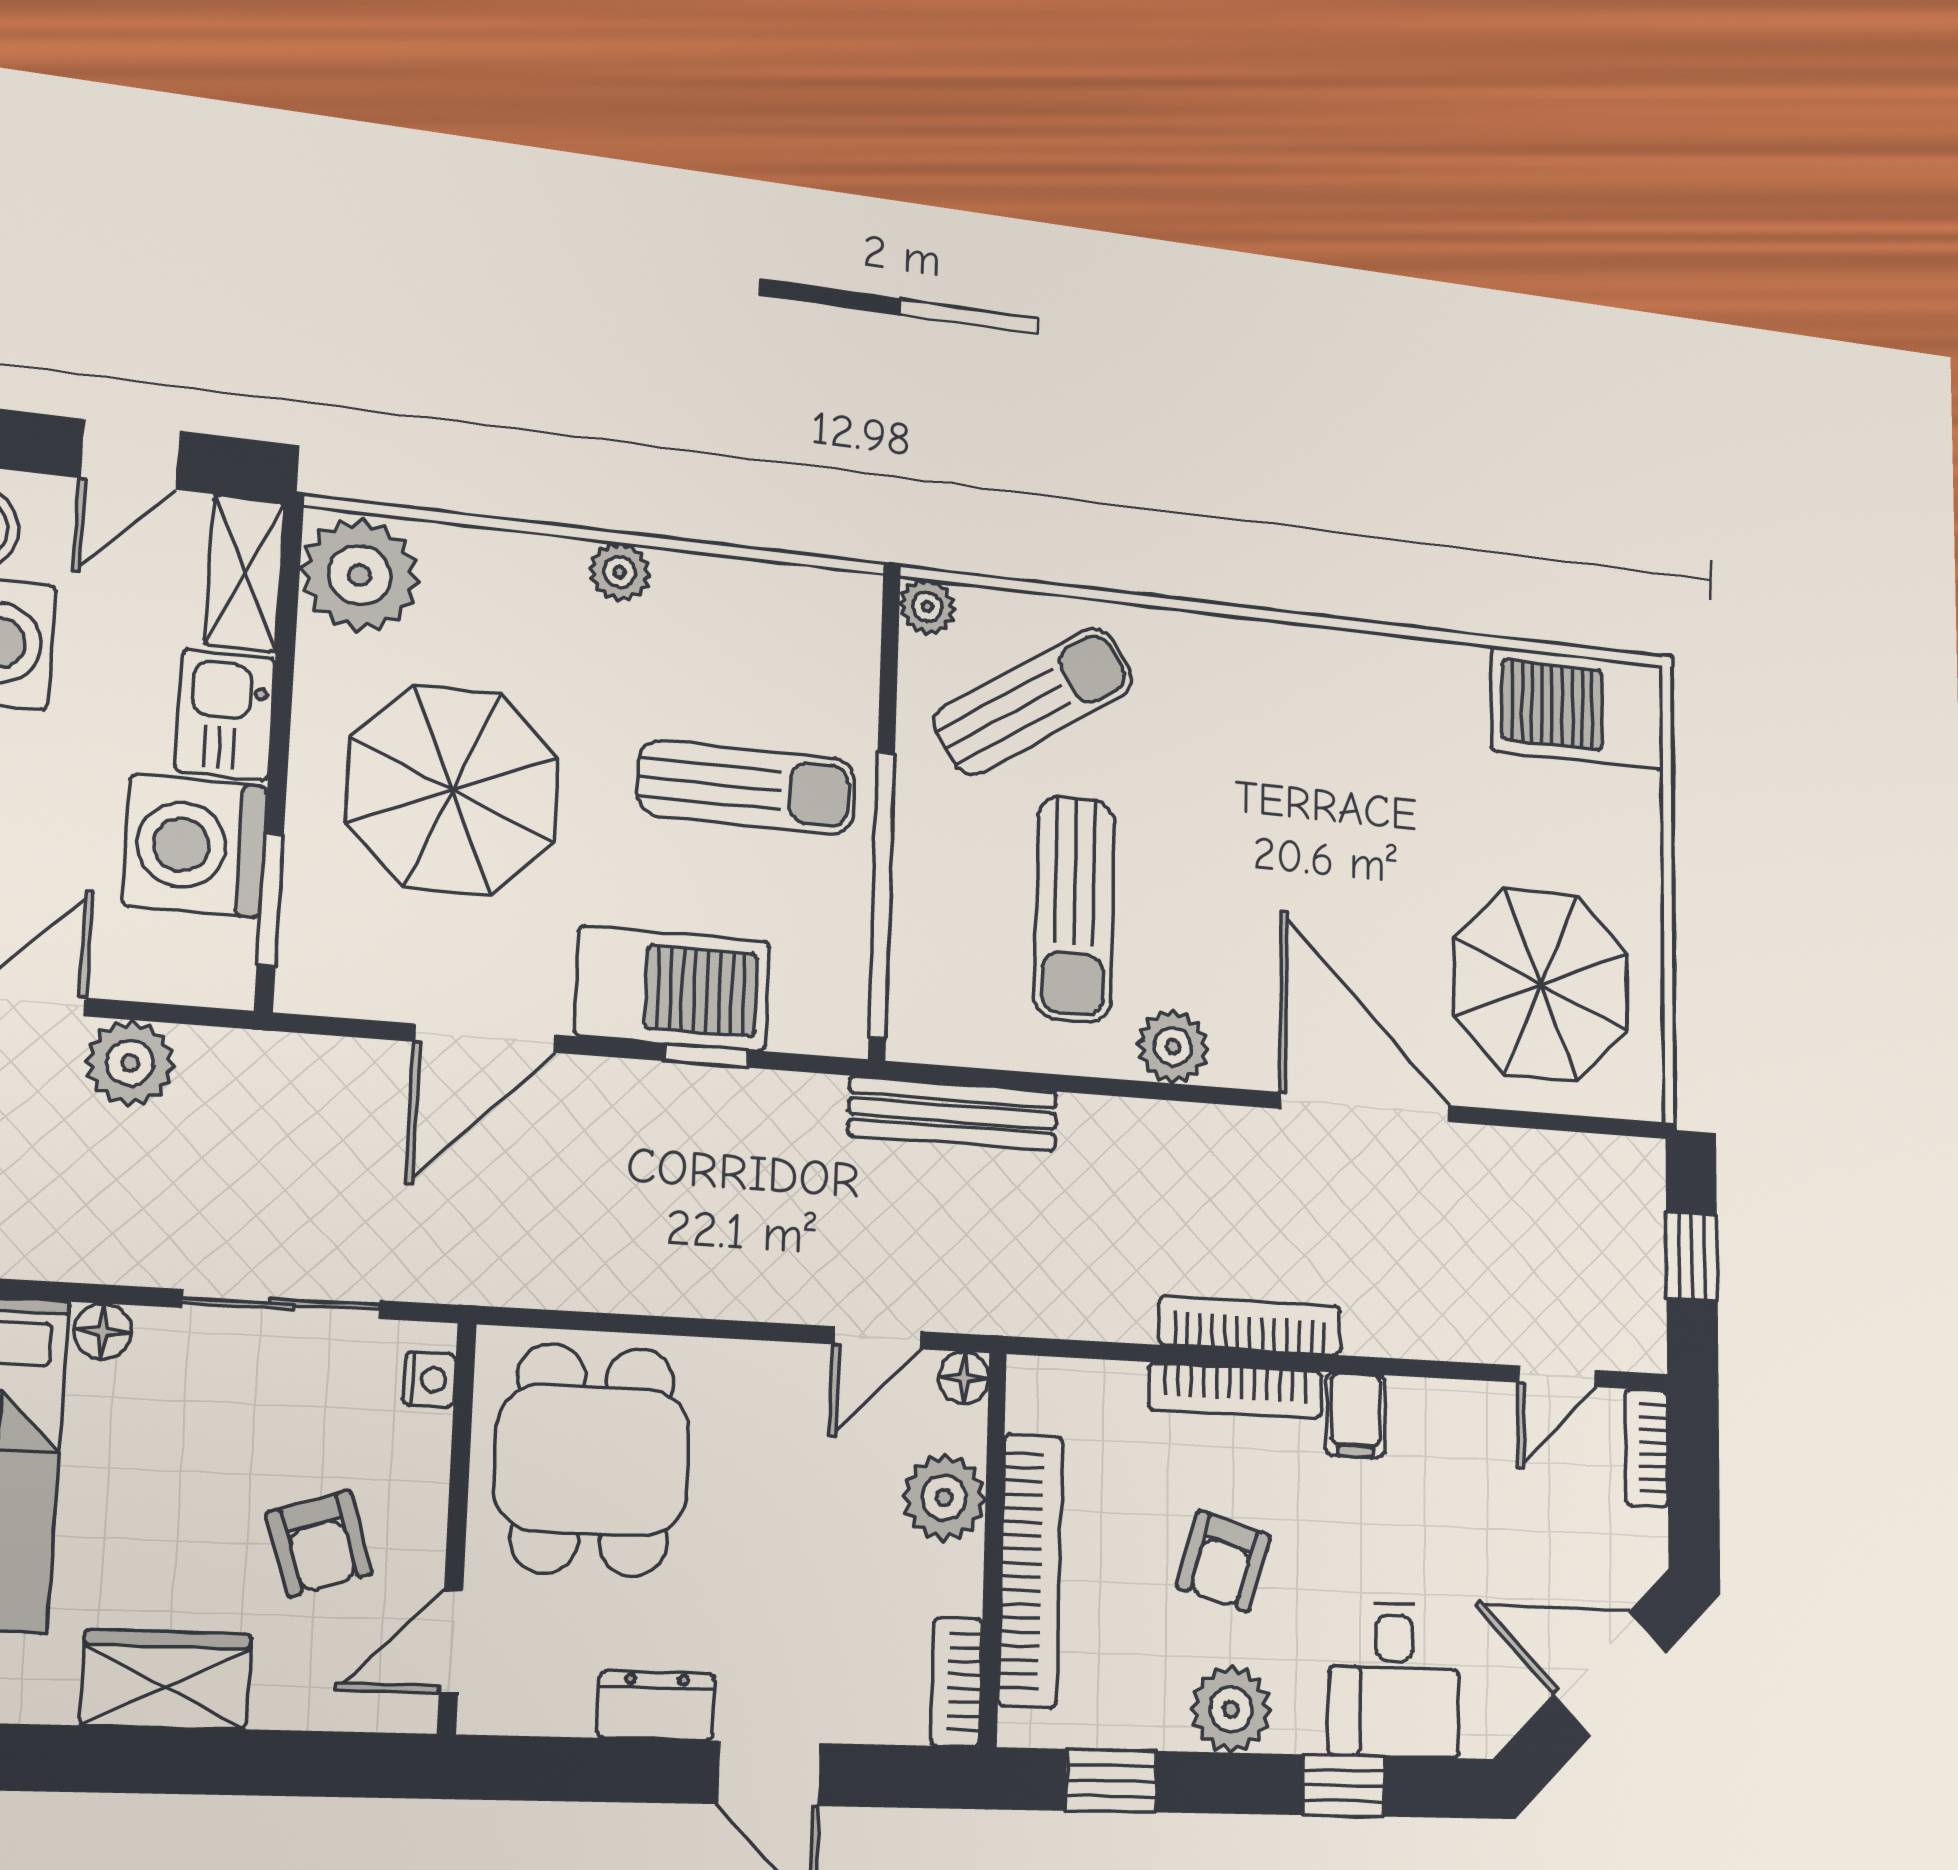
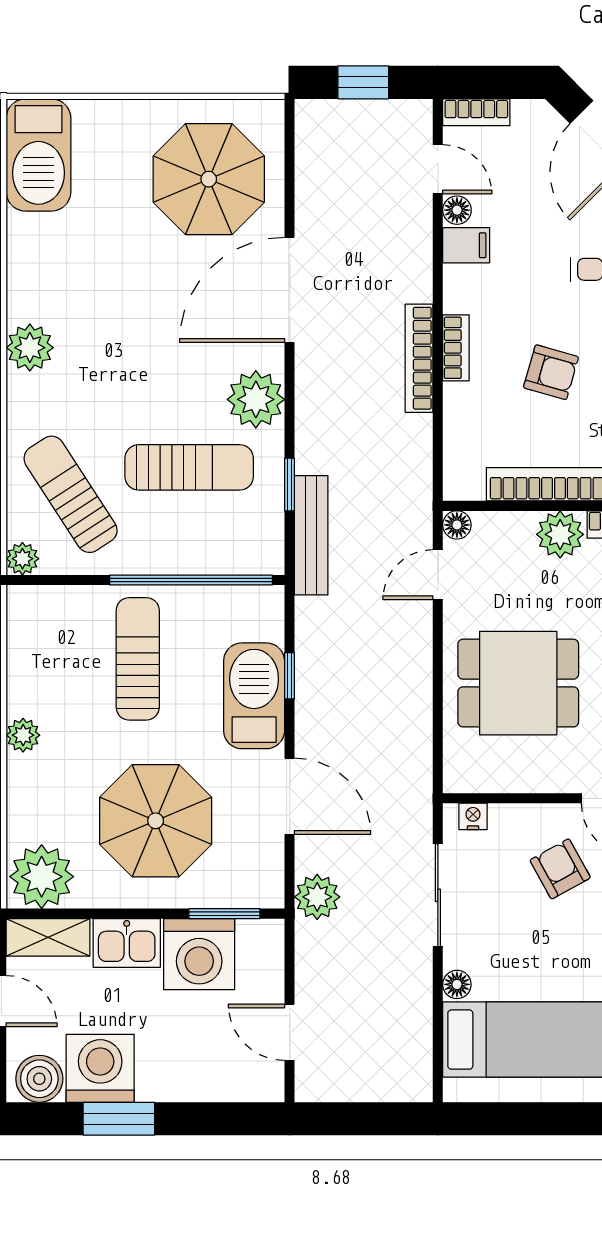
plant: (1276, 659) -> (30, 348), added
plant: (1173, 1047) -> (256, 399), width x1.36, depth x1.36
plant: (130, 1063) -> (317, 897), moved
window: (1041, 1082) -> (290, 484), added
door: (877, 1338) -> (438, 575), swing flipped
bookcase: (1236, 1390) -> (456, 348), width x0.64
floor lamp: (1492, 1406) -> (457, 210), added
filing cabinet: (1356, 1415) -> (466, 245), moved
dining table: (592, 1460) -> (518, 683), moved
plant: (944, 1498) -> (560, 534), moved
armchair: (319, 1543) -> (560, 869), turned -101

